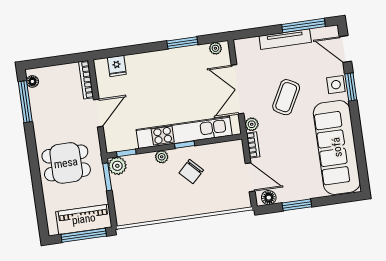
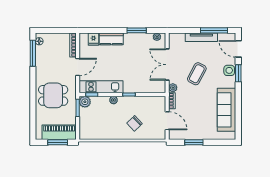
kitchen counter: (145, 62) -> (111, 39), added
kitchen unit: (184, 132) -> (101, 87), moved, width x0.73
sofa: (337, 147) -> (227, 110), width x0.74, depth x0.79
chair: (191, 172) -> (134, 123), moved
floor lamp: (269, 198) -> (177, 135), removed
window: (84, 235) -> (58, 142), width x0.69

